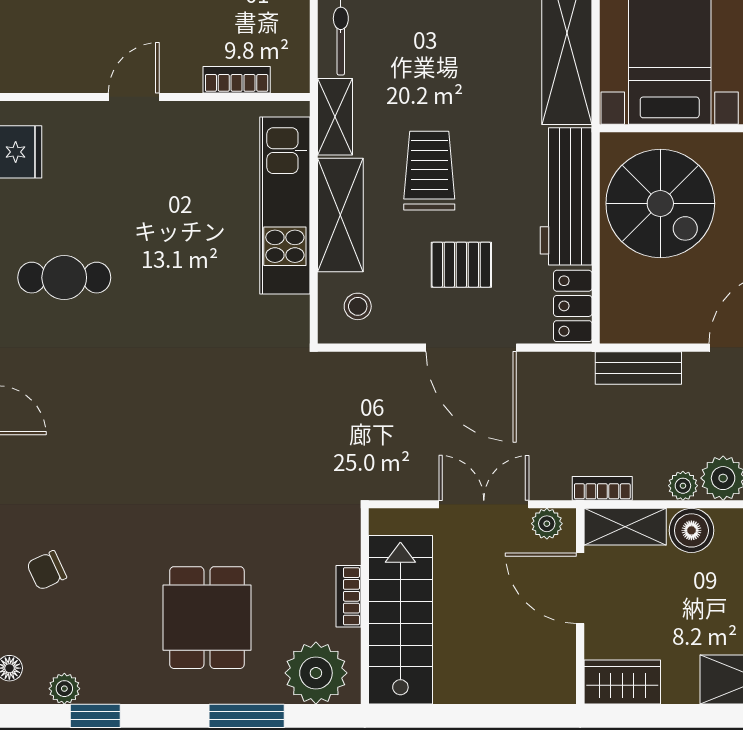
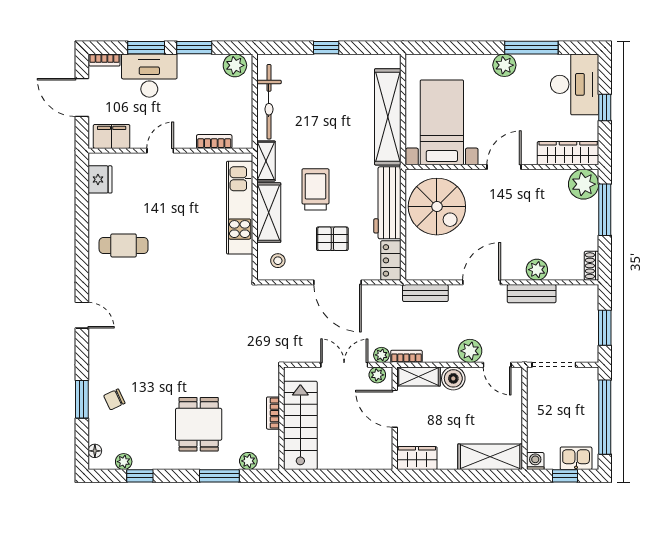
filing cabinet: (41, 70) -> (112, 136), added
plant: (683, 486) -> (381, 355), moved
plant: (316, 673) -> (248, 461), width x0.53, depth x0.53

